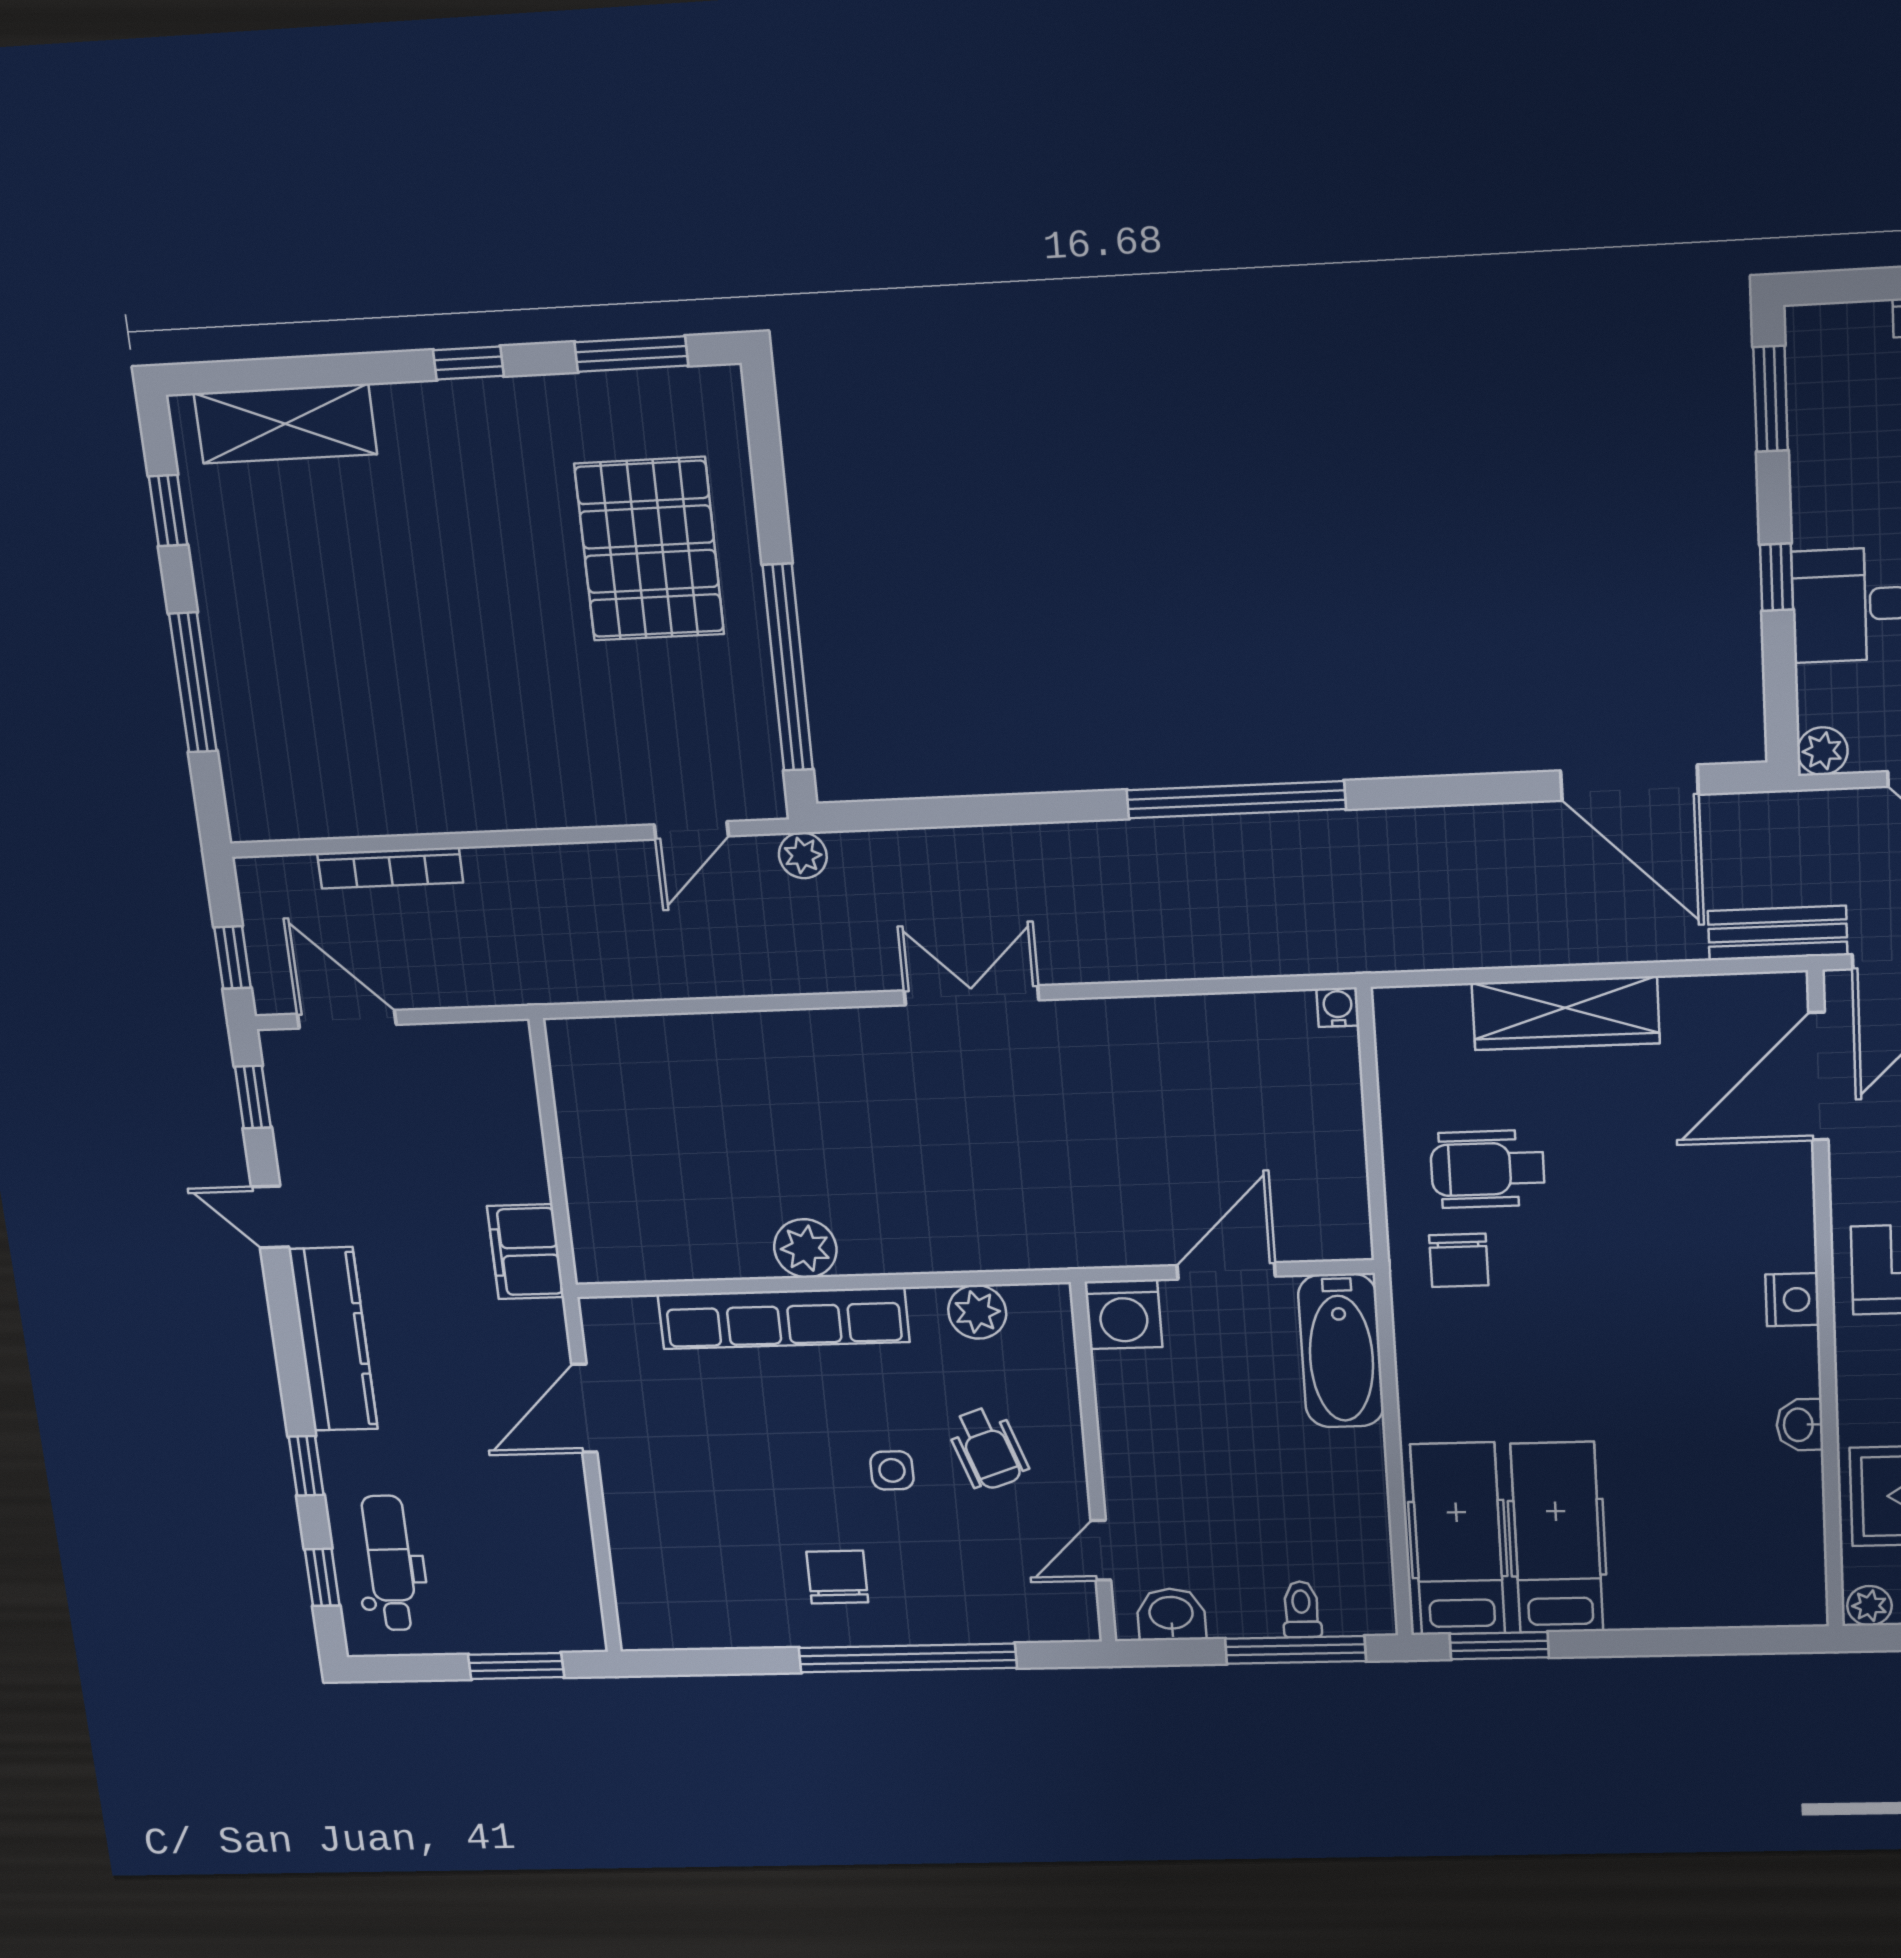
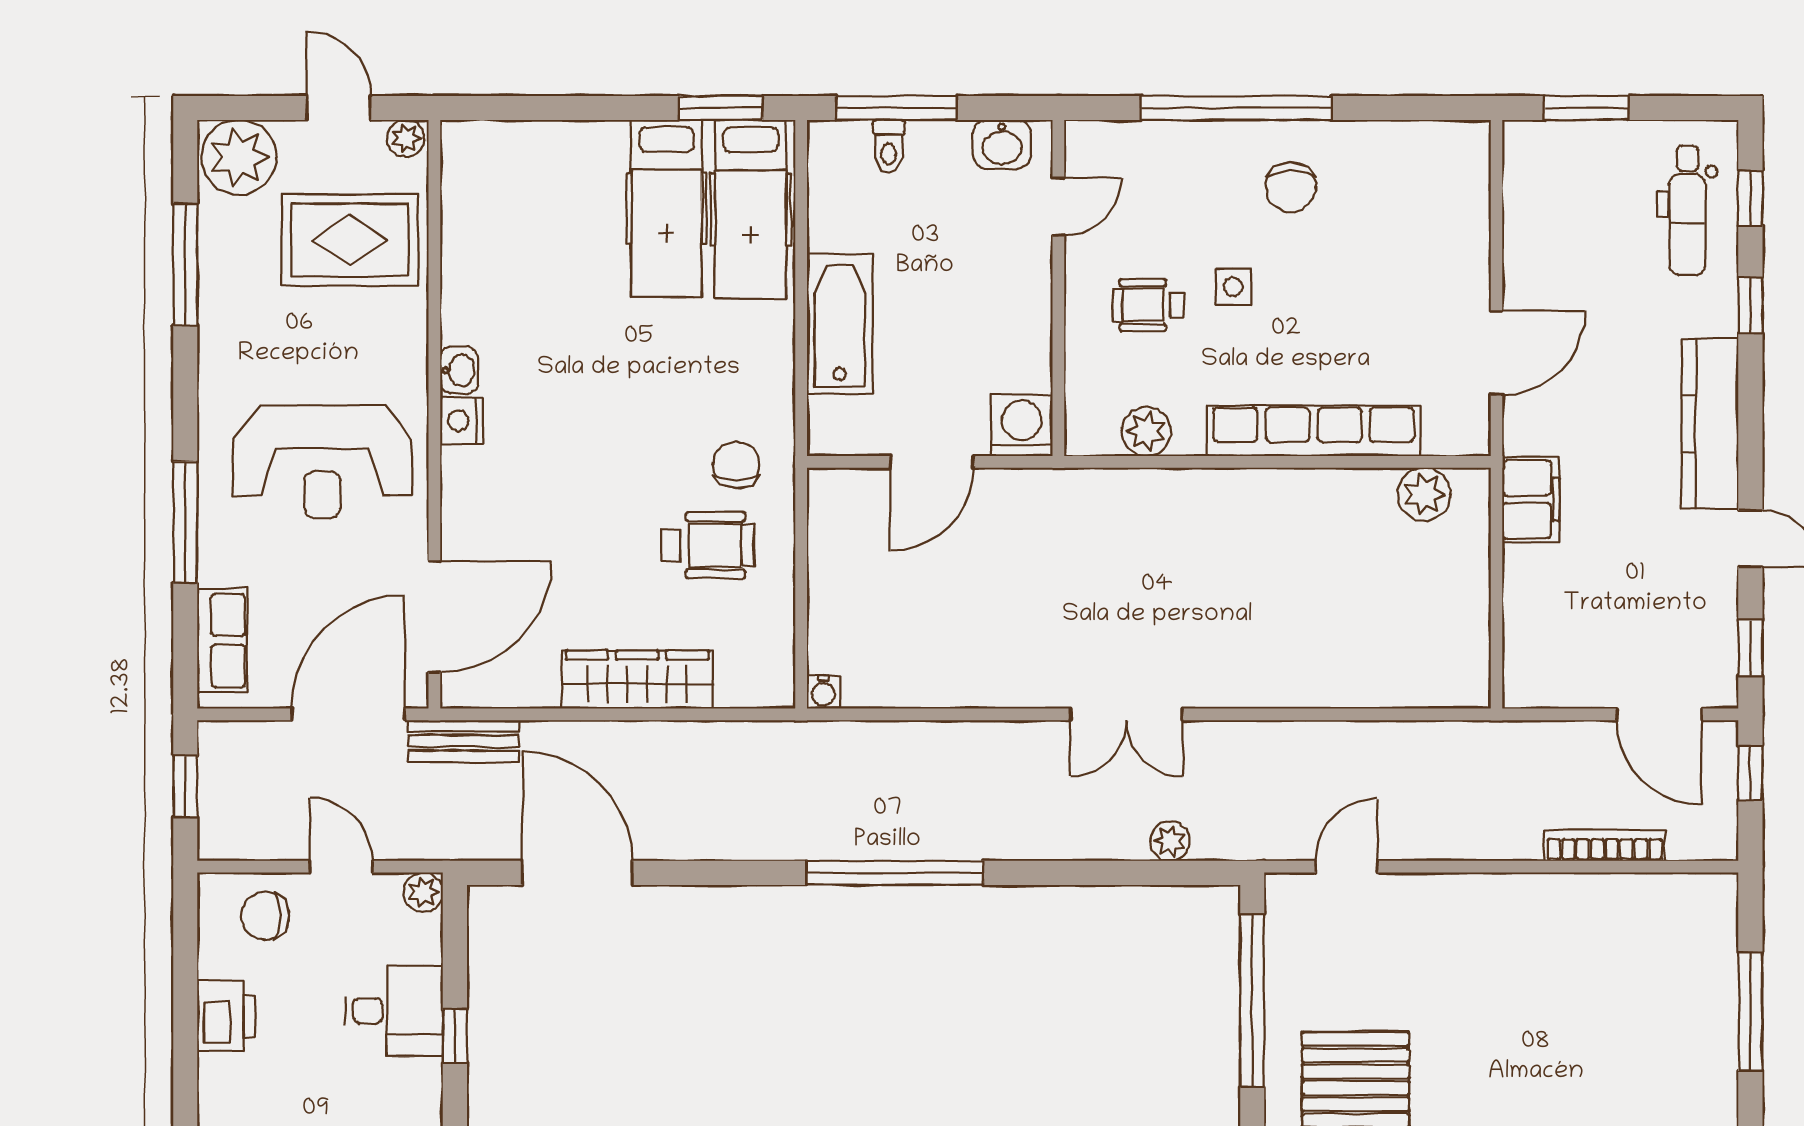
plant: (803, 855) -> (1170, 841), moved
plant: (805, 1248) -> (1424, 494), moved
bathtub: (1341, 1351) -> (840, 324), moved
washbasin: (1800, 1425) -> (459, 370), moved
wheelchair: (988, 1448) -> (1148, 305), turned -71

